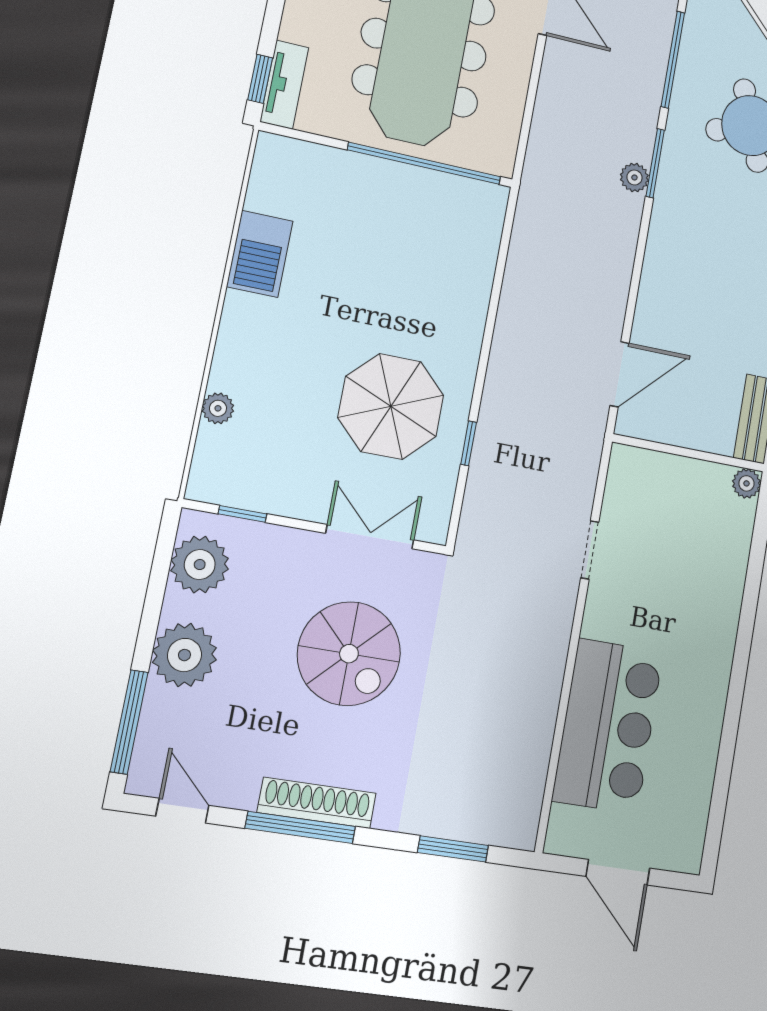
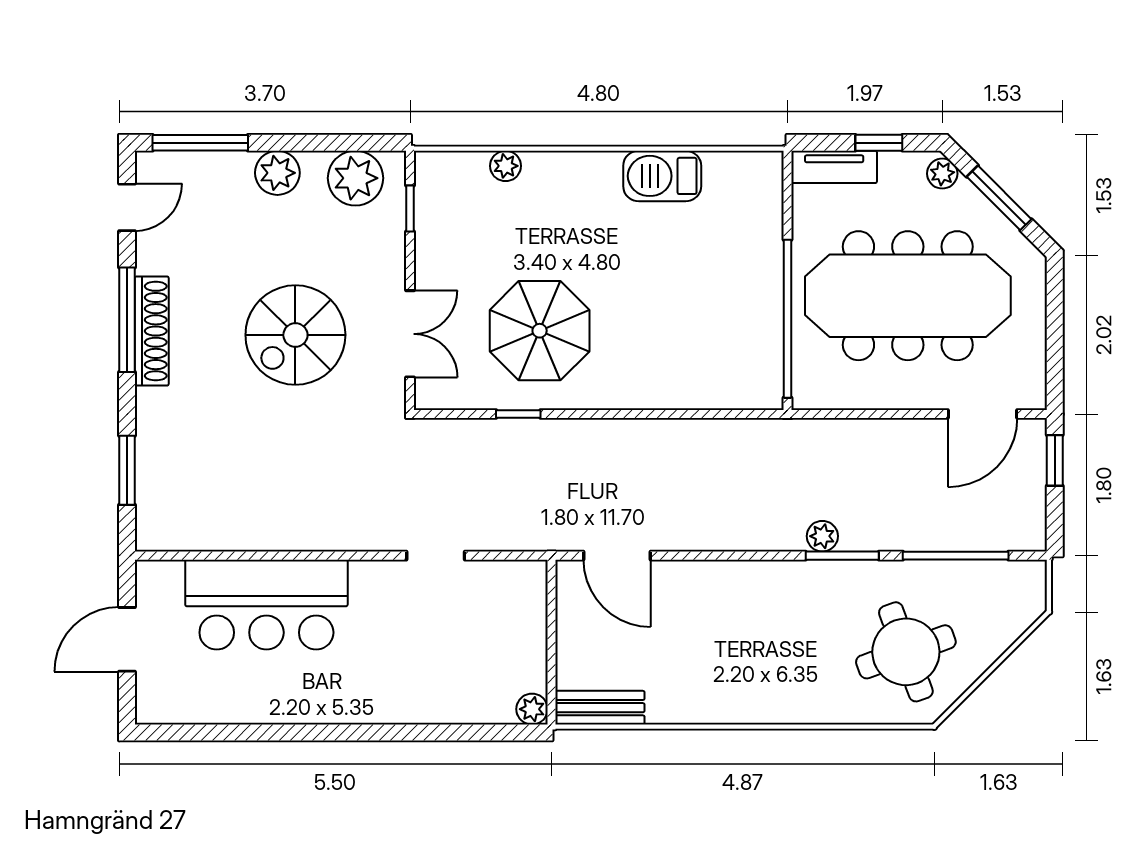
window: (260, 79) -> (879, 143), moved
plant: (184, 655) -> (277, 173), width x0.73, depth x0.73

